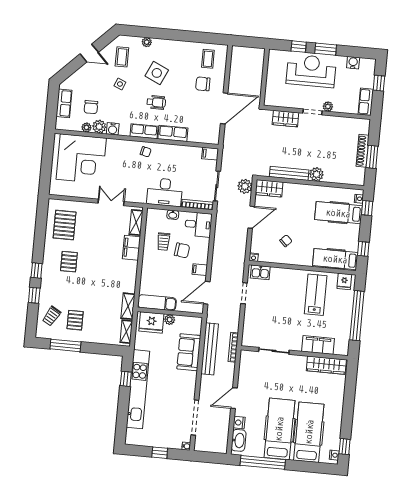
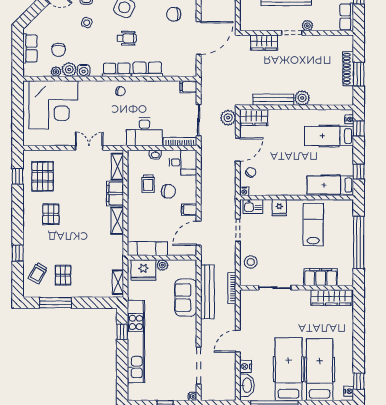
chair: (286, 241) -> (251, 172), moved
window: (37, 271) -> (18, 176), moved
fridge: (344, 281) -> (279, 208), moved
shelving: (128, 306) -> (117, 221), moved
stool: (253, 324) -> (251, 262), added

